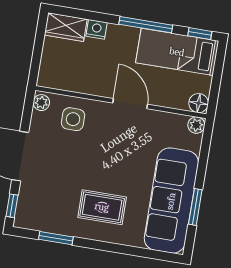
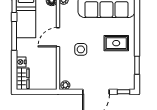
side table: (73, 119) -> (81, 49), moved
rug: (102, 207) -> (116, 43), turned 90

